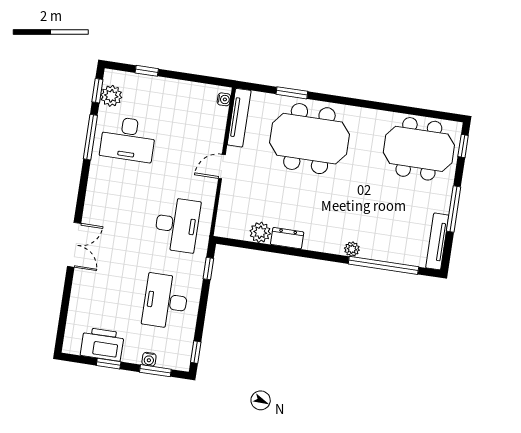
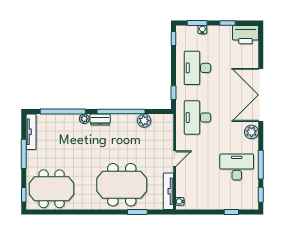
plant: (111, 96) -> (251, 132), moved
dresser: (287, 238) -> (100, 120), moved
double door: (74, 245) -> (261, 95), width x1.87
window: (293, 252) -> (121, 112), added
desk: (166, 301) -> (197, 68), turned 180
printer: (102, 344) -> (245, 35), moved

